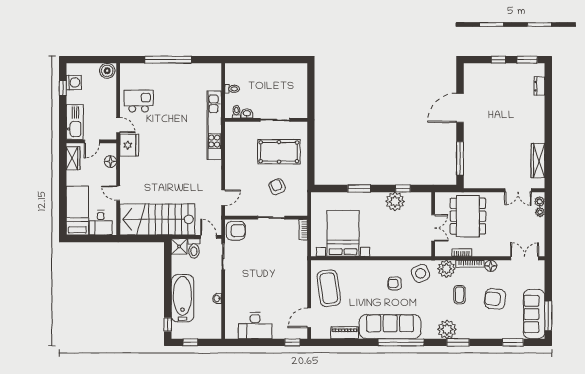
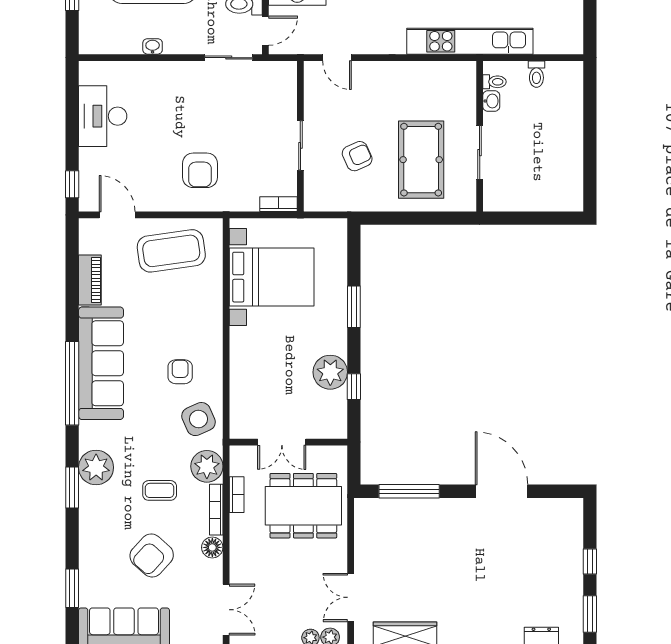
armchair: (236, 231) -> (200, 170), moved
armchair: (495, 299) -> (152, 555), turned -144

